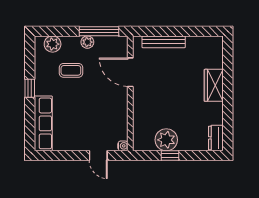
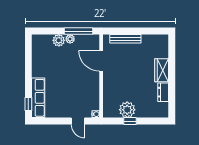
plant: (53, 44) -> (59, 40), moved
coffee table: (71, 70) -> (58, 59), removed
window: (30, 88) -> (28, 104), moved
dresser: (216, 138) -> (163, 92), moved

